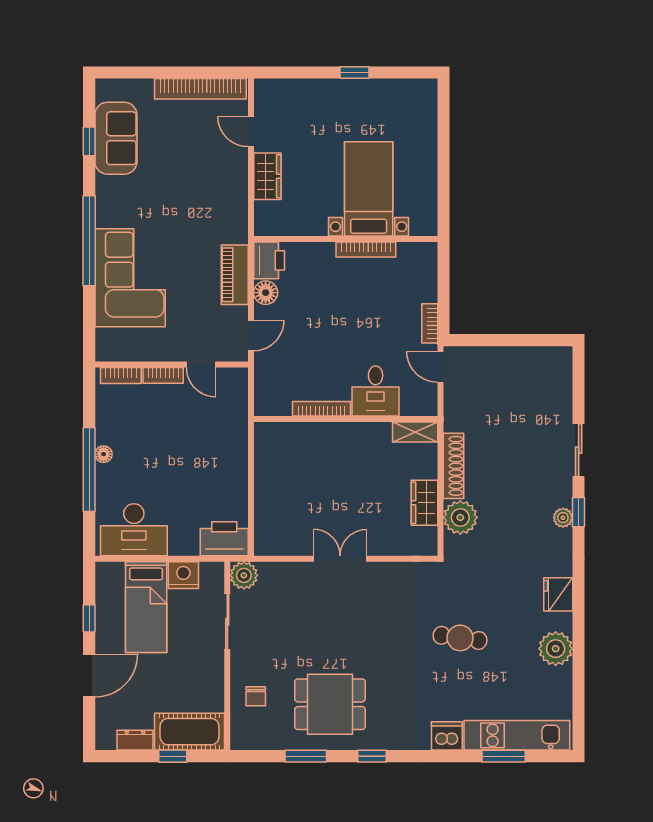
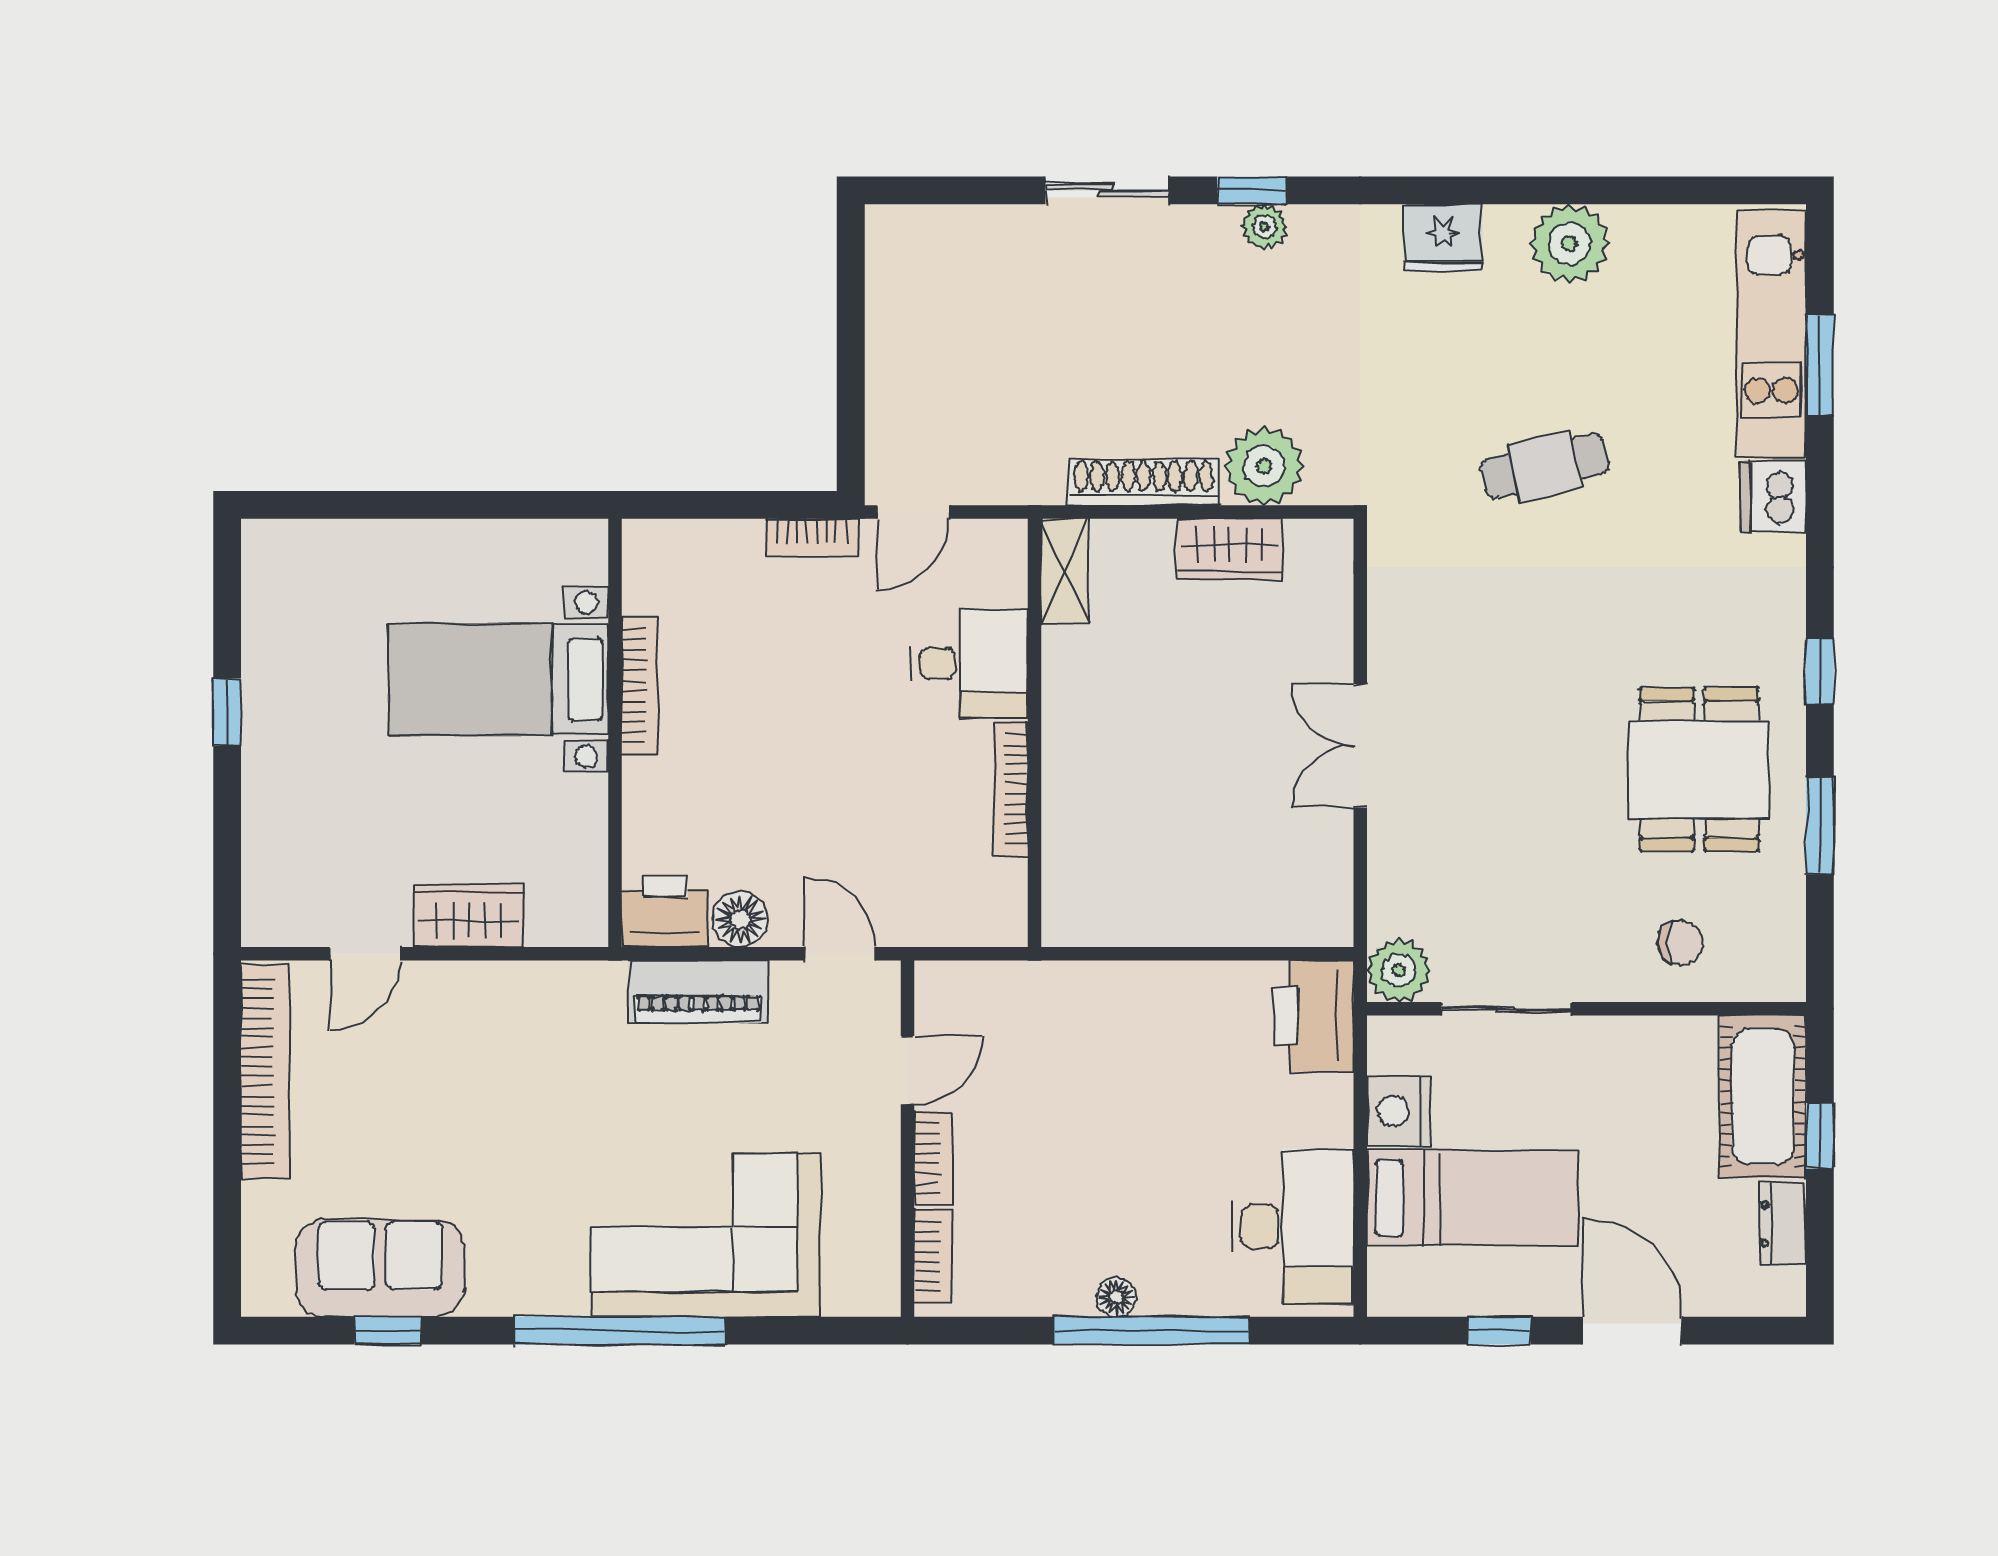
cafe table: (460, 638) -> (1545, 466), turned 69

